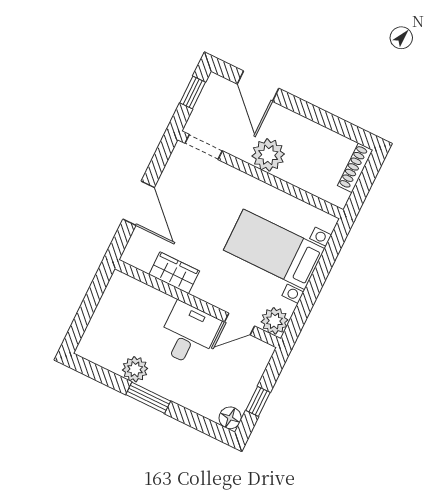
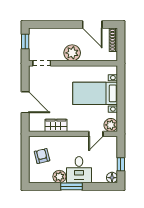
door: (258, 86) -> (92, 25), moved
armchair: (122, 316) -> (42, 156), added
desk: (188, 334) -> (79, 170), moved, turned 180

